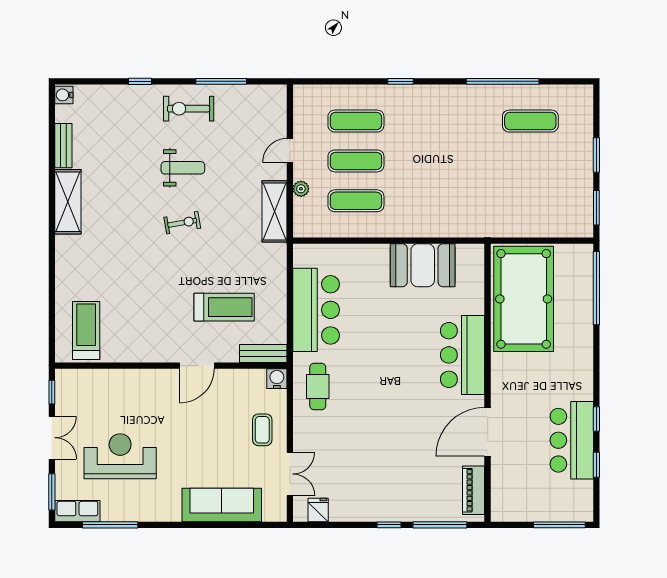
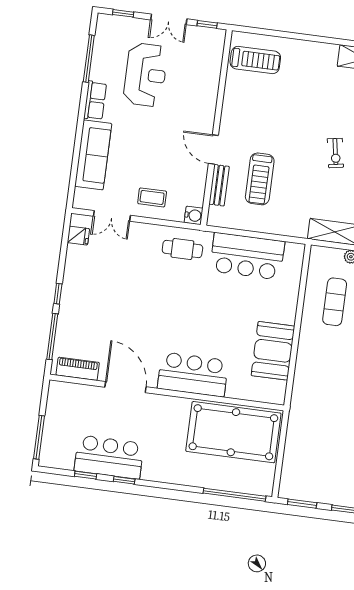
bench: (263, 354) -> (219, 185), moved
window: (52, 492) -> (123, 13), width x0.67
row of seats: (77, 511) -> (95, 101), moved

